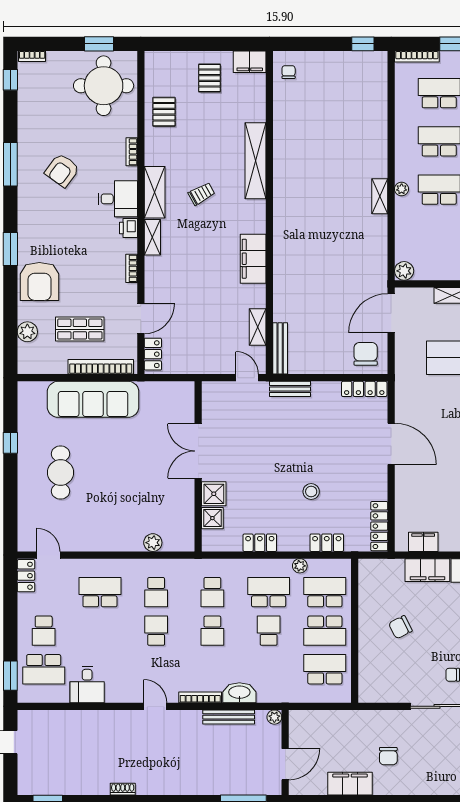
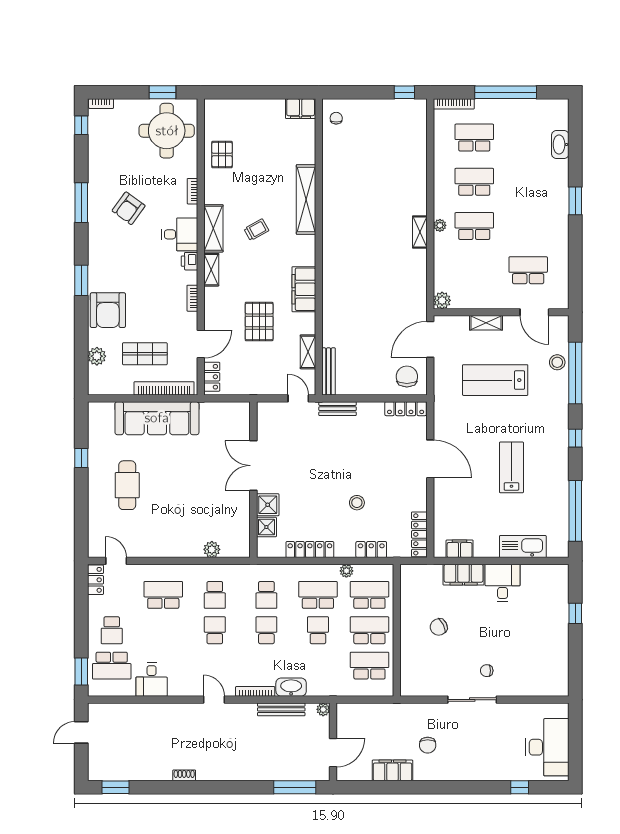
pallet: (209, 78) -> (259, 322), moved, width x1.50, depth x1.42
locker: (260, 543) -> (310, 550), width x1.53
school desk: (212, 631) -> (266, 630), turned 180
school desk: (325, 631) -> (369, 630), turned 180

